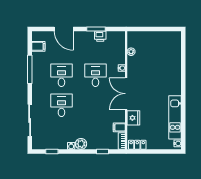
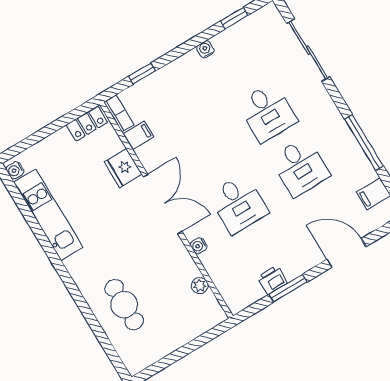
cafe table: (166, 62) -> (124, 305), added
plant: (81, 144) -> (190, 64), removed

